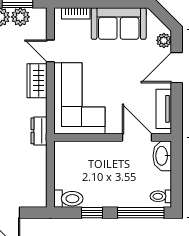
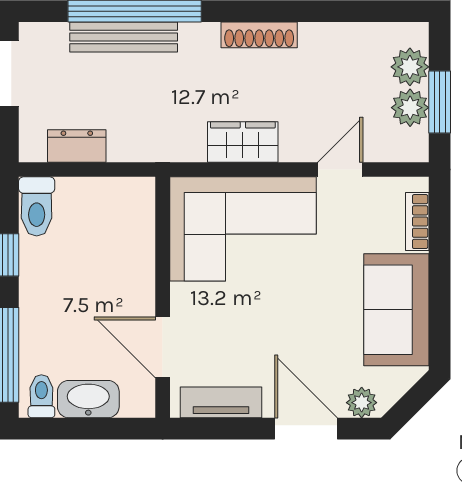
wardrobe: (37, 81) -> (243, 142), moved
dresser: (39, 131) -> (77, 146), moved
door: (137, 137) -> (163, 347), swing flipped
washbasin: (162, 156) -> (88, 399), moved

